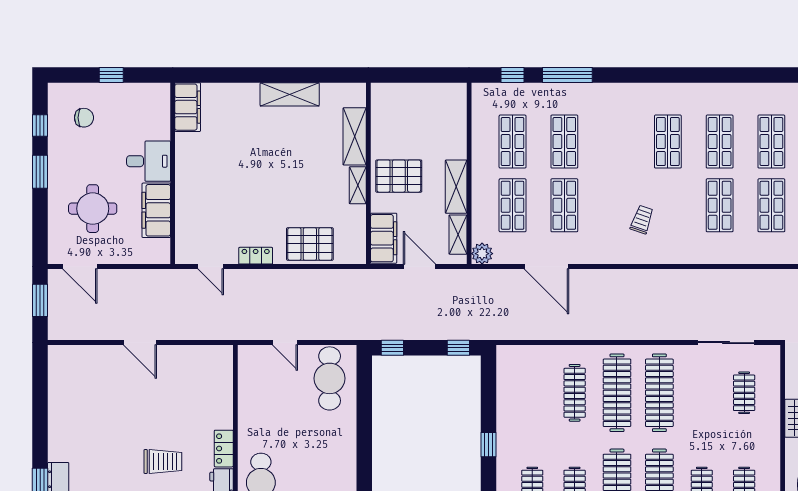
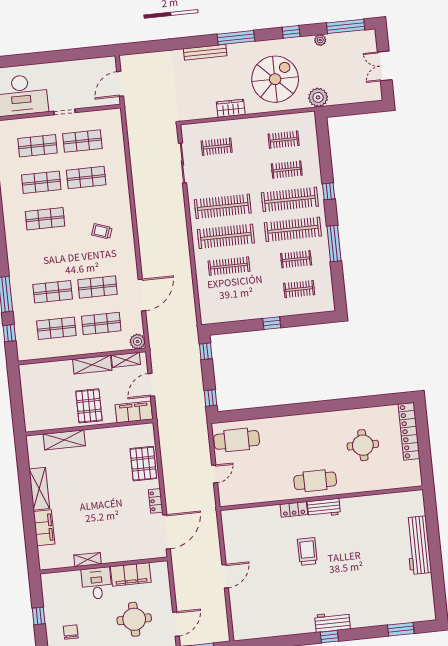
filing cabinet: (188, 107) -> (44, 528), moved, turned 90
shelving: (358, 185) -> (87, 560), moved
door: (211, 267) -> (166, 532), width x1.88

